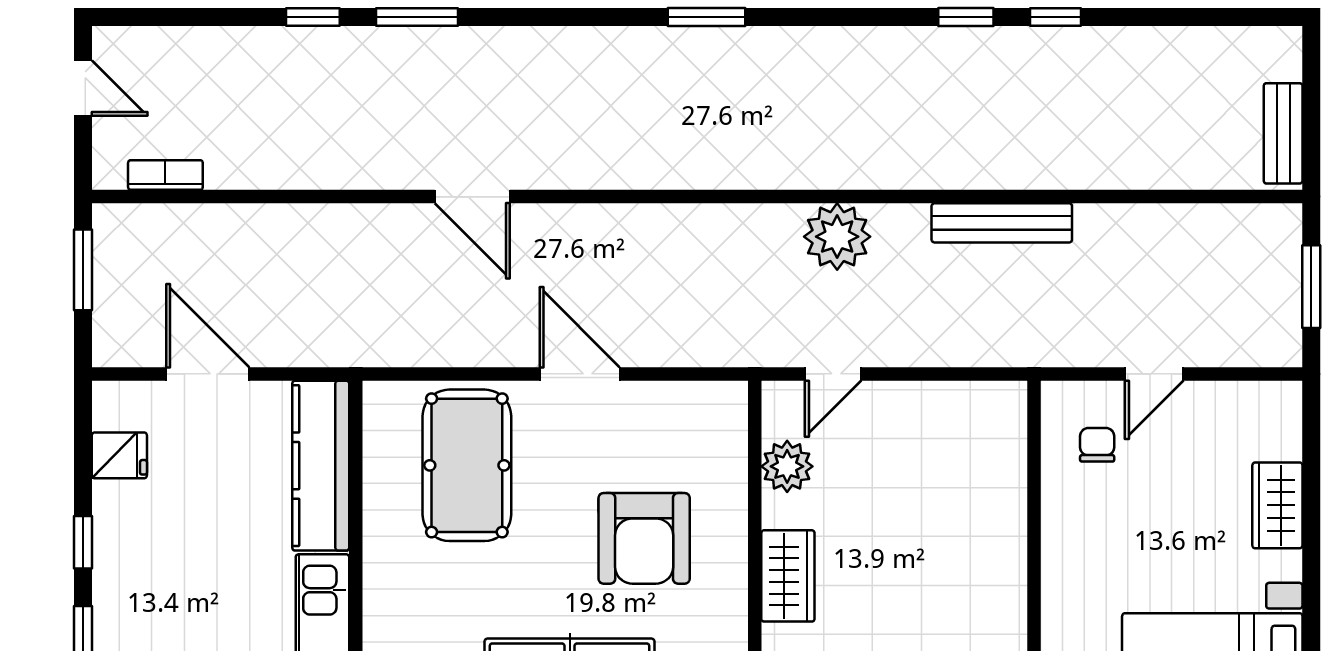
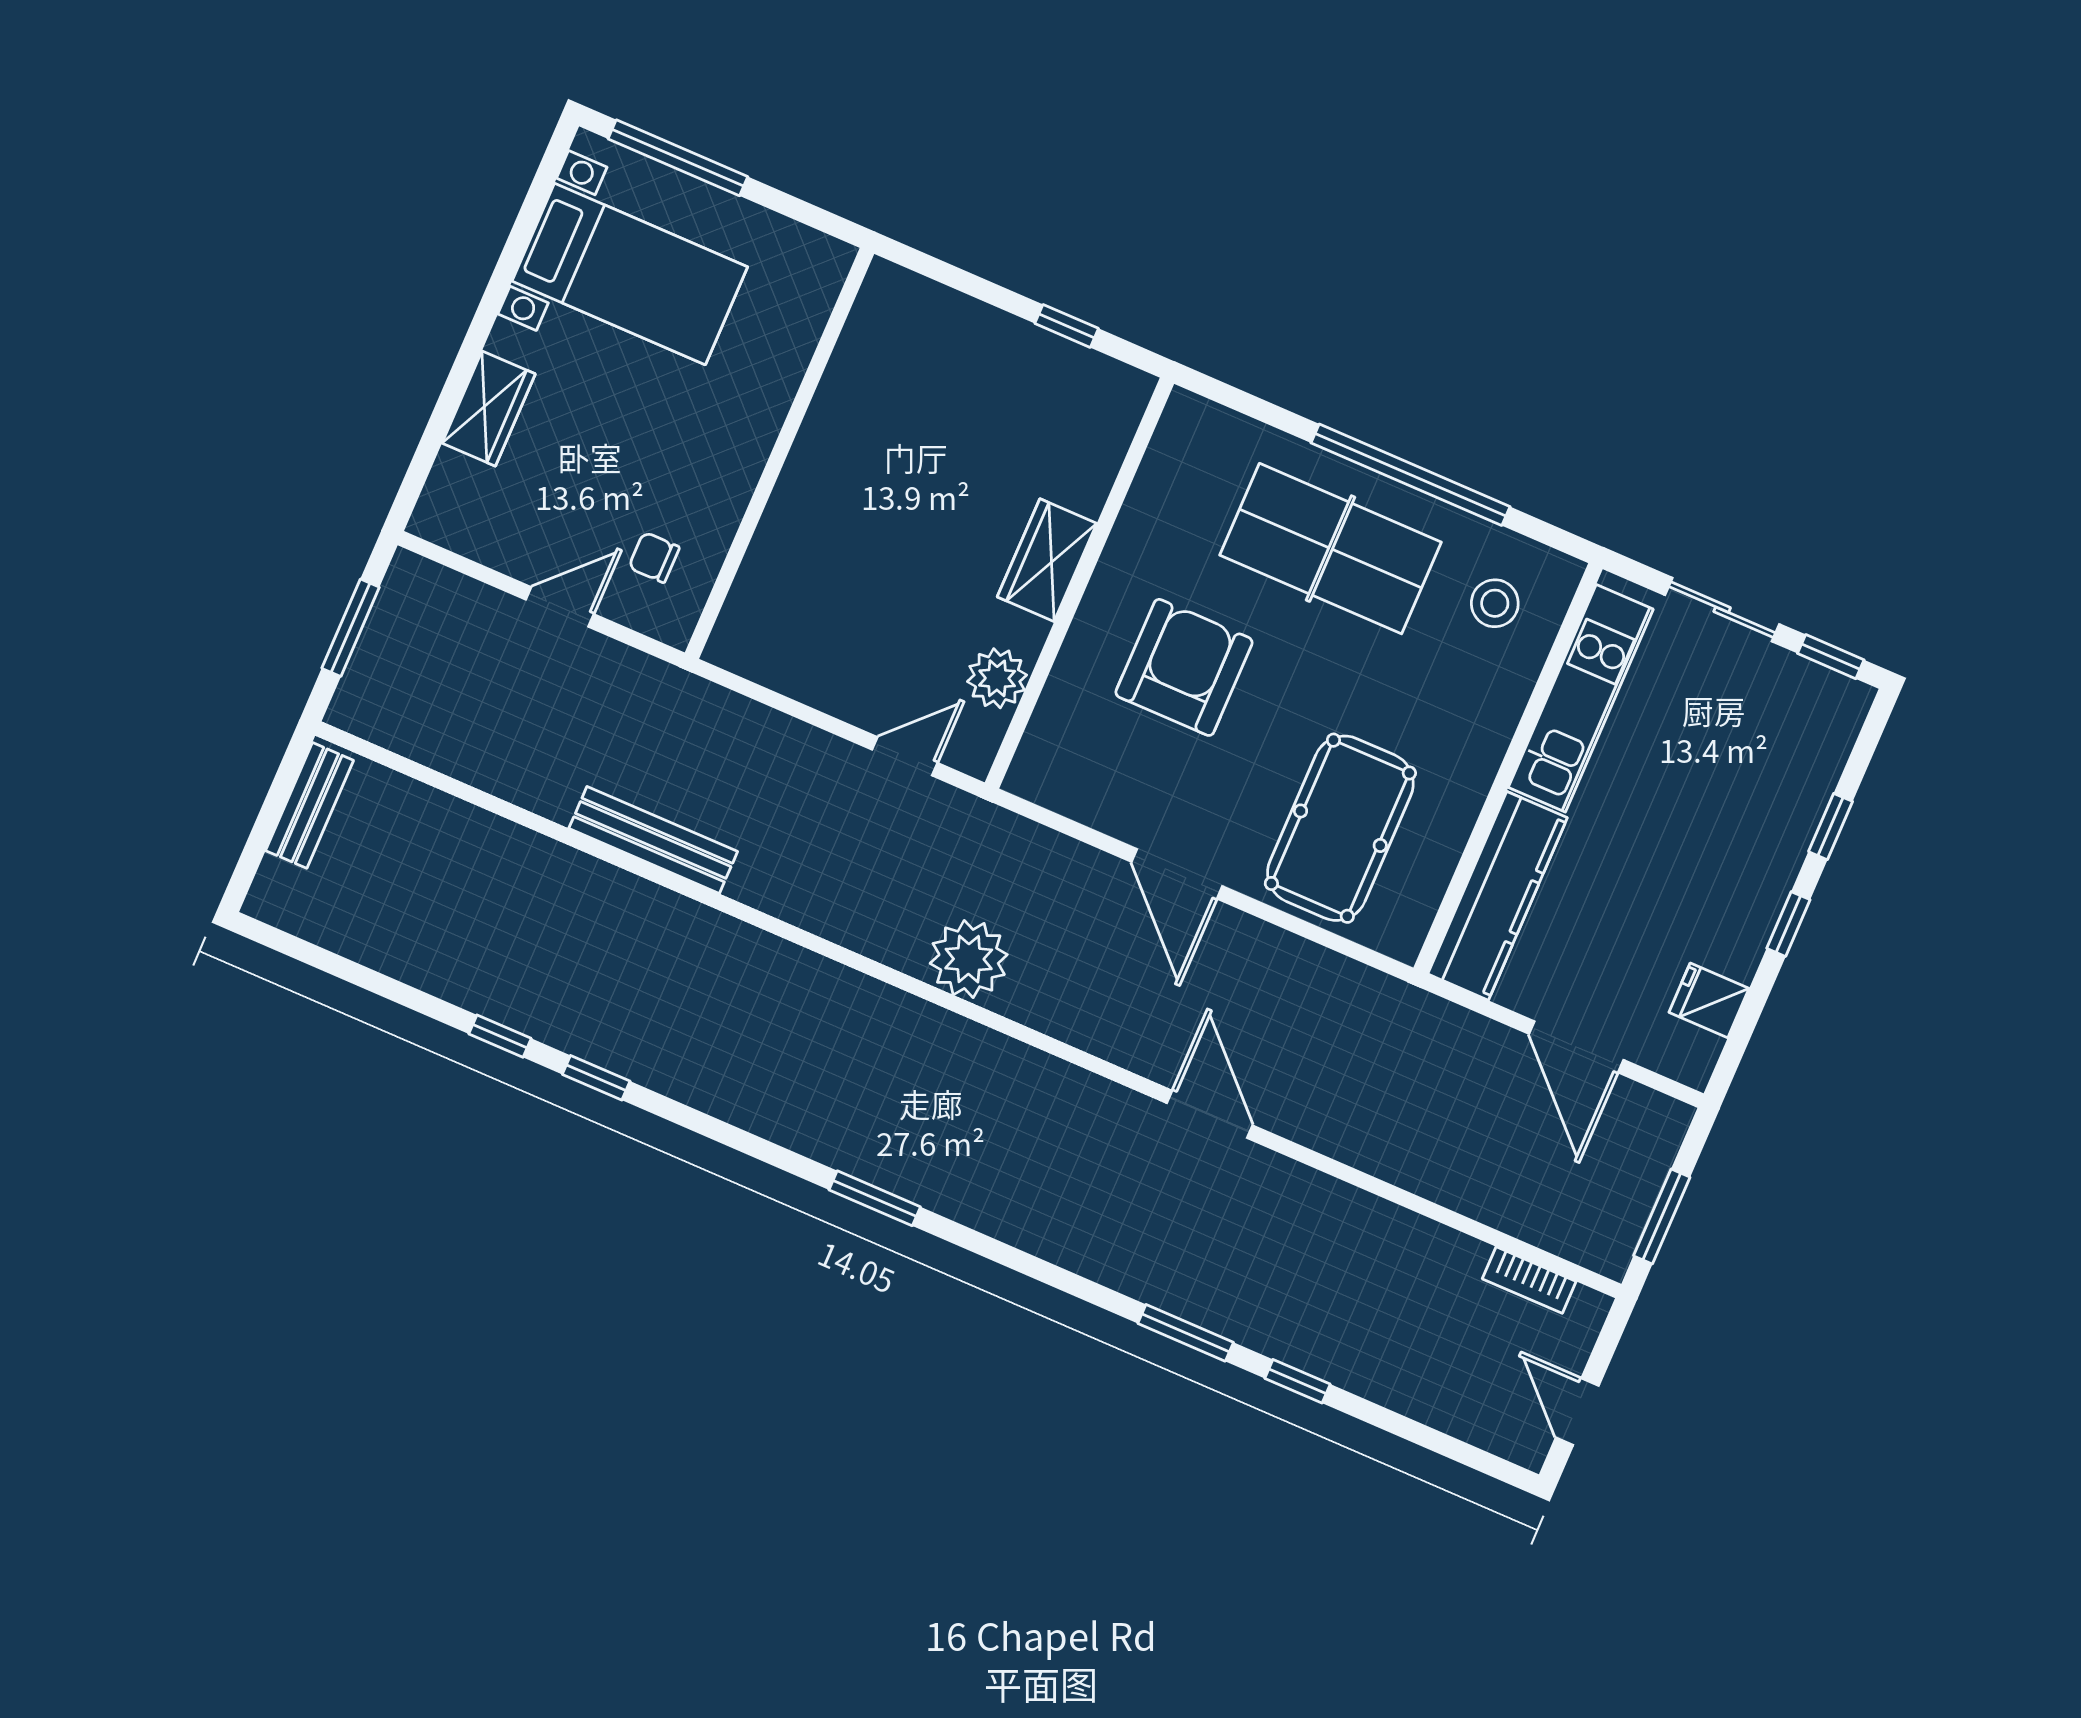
plant: (837, 237) -> (969, 959), moved
chair: (1097, 445) -> (654, 557), turned 90

